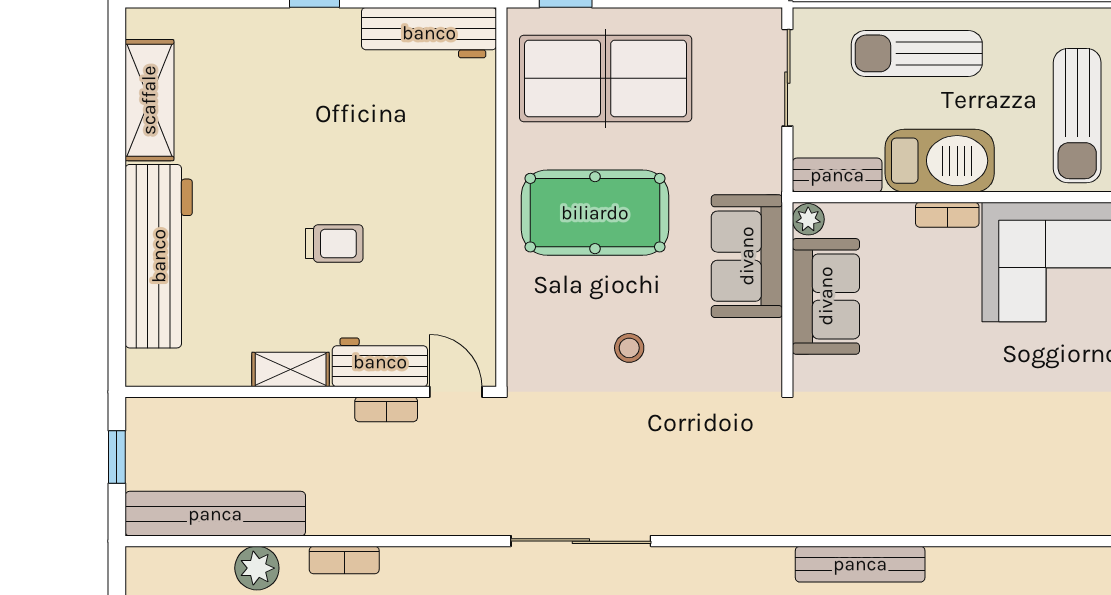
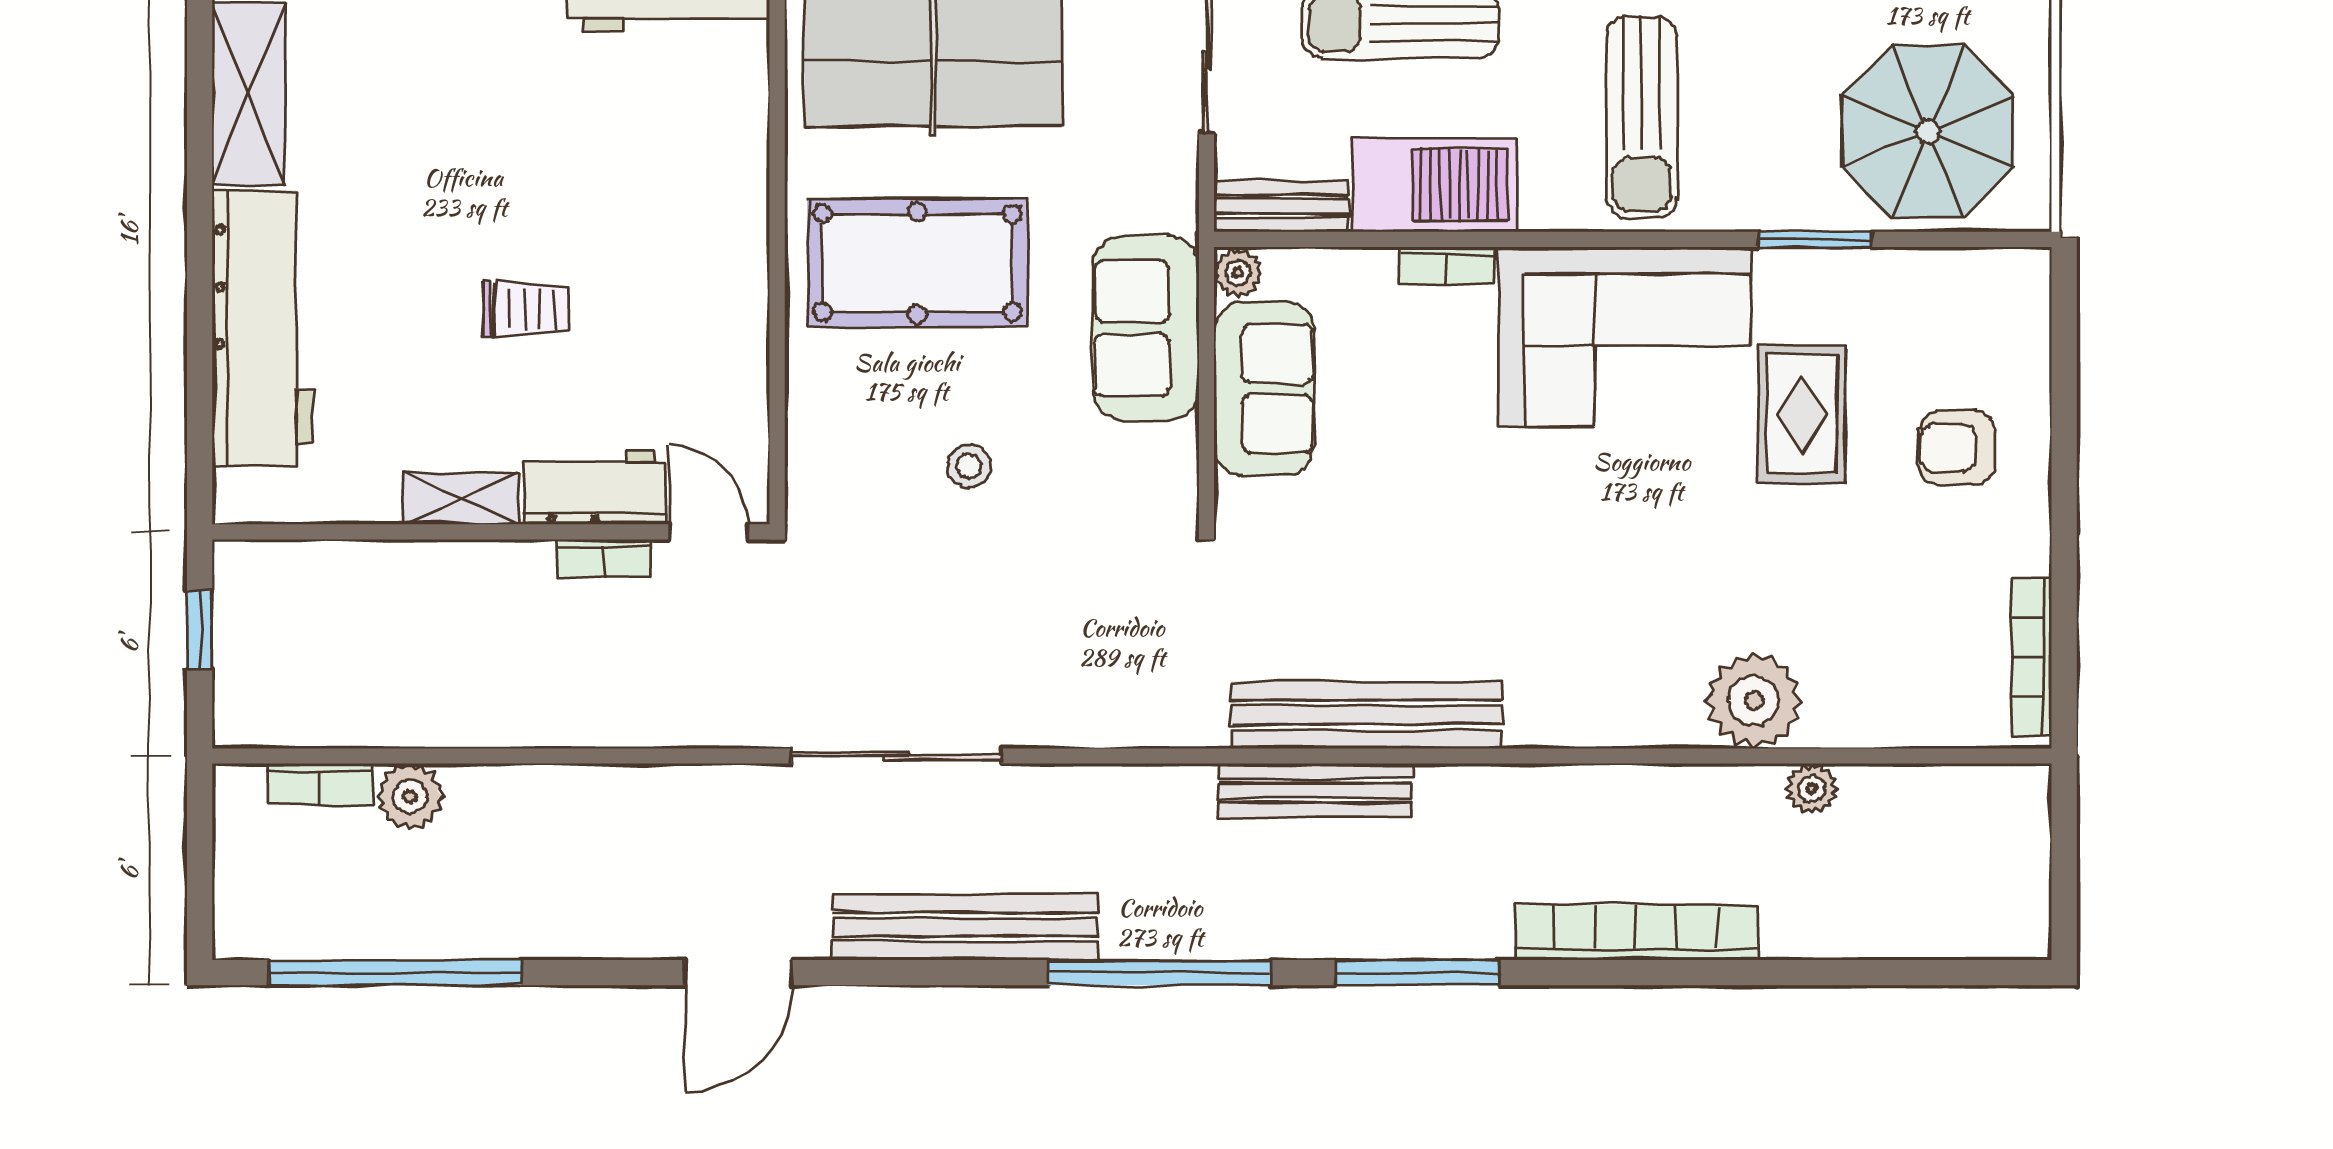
bench: (215, 514) -> (1367, 715), moved
bookcase: (344, 560) -> (320, 784), moved

